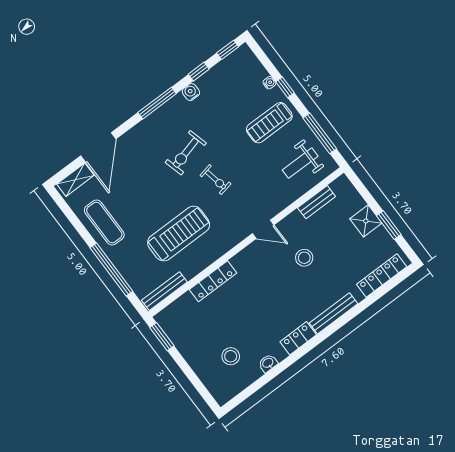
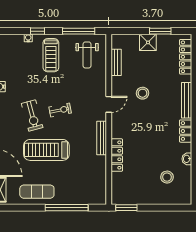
treadmill: (179, 234) -> (46, 150), moved, turned -90
bench: (164, 291) -> (102, 138), moved

